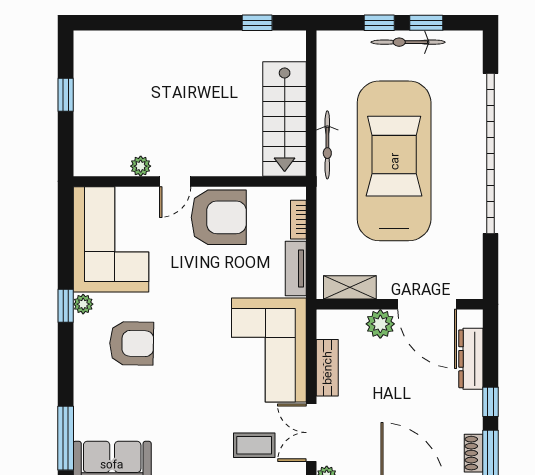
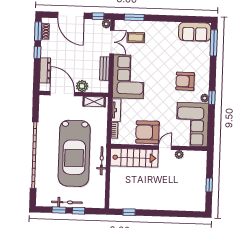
stairs: (285, 119) -> (134, 158), moved, turned 90

